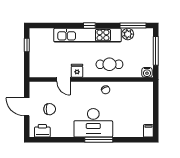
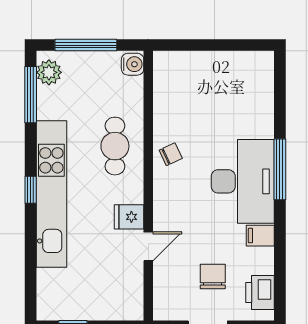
plant: (128, 34) -> (49, 72), moved
filing cabinet: (148, 131) -> (260, 236), moved

